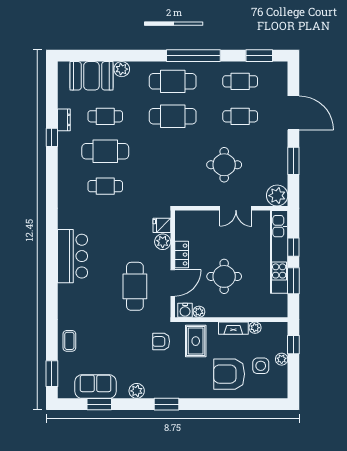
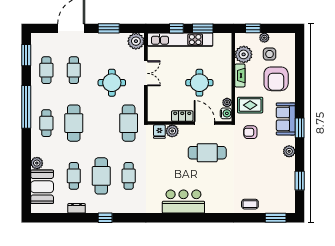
cafe table: (173, 81) -> (46, 123), width x0.73, depth x0.74
window: (52, 137) -> (105, 218), moved
cafe table: (173, 186) -> (129, 123), added
plant: (255, 328) -> (244, 54), width x1.88, depth x1.88
armchair: (161, 341) -> (250, 132), turned 90
sofa: (96, 387) -> (286, 119), moved

